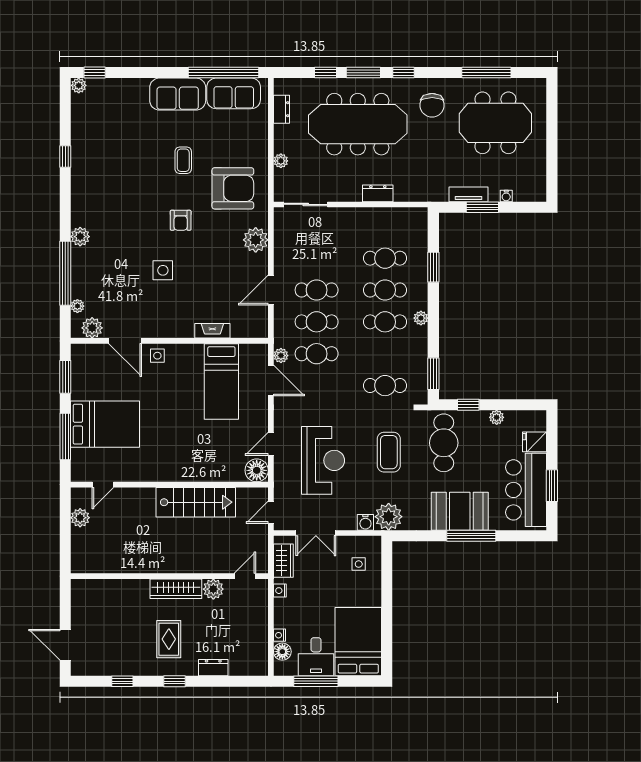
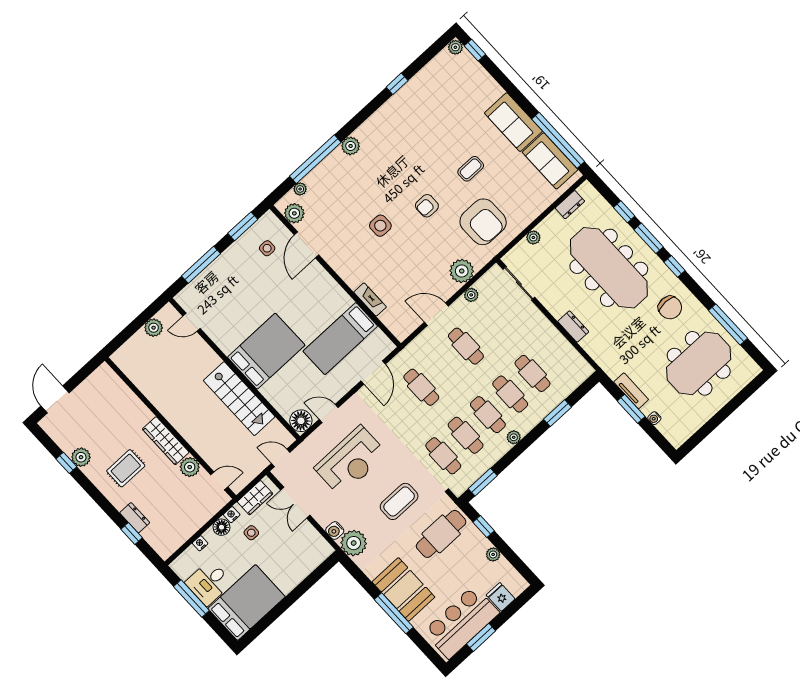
chair: (432, 105) -> (670, 308), turned -90
meeting table: (495, 123) -> (699, 363), turned 90
cafe table: (317, 322) -> (466, 435), moved
side table: (157, 356) -> (267, 248), moved
plant: (281, 356) -> (471, 295), moved
bed: (105, 424) -> (266, 351), moved, turned -90
side table: (359, 564) -> (251, 533), moved
floor lamp: (282, 652) -> (222, 527), moved
plant: (128, 666) -> (81, 457), added
window: (175, 681) -> (132, 534), moved

